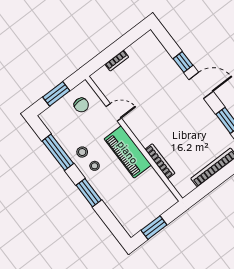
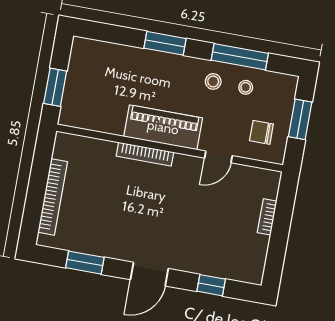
window: (183, 62) -> (211, 285), moved
bookcase: (160, 161) -> (145, 154), moved
stool: (95, 166) -> (246, 87), moved
window: (154, 228) -> (55, 87), moved

